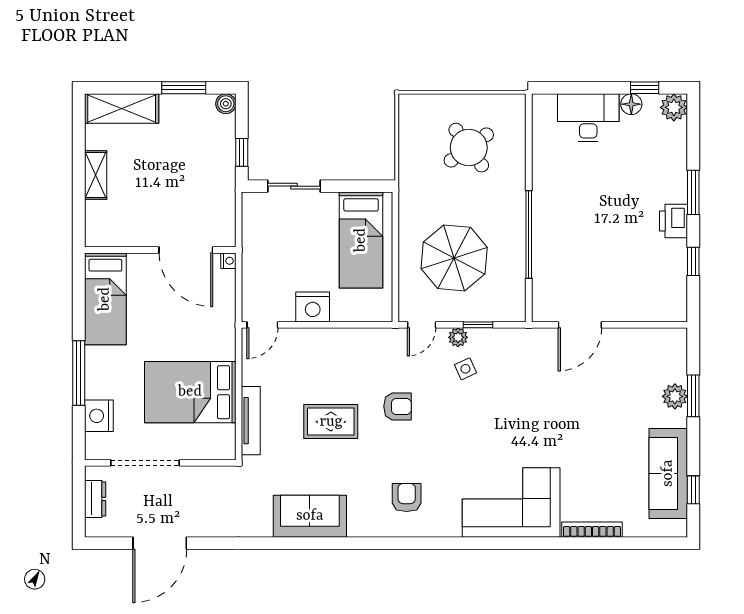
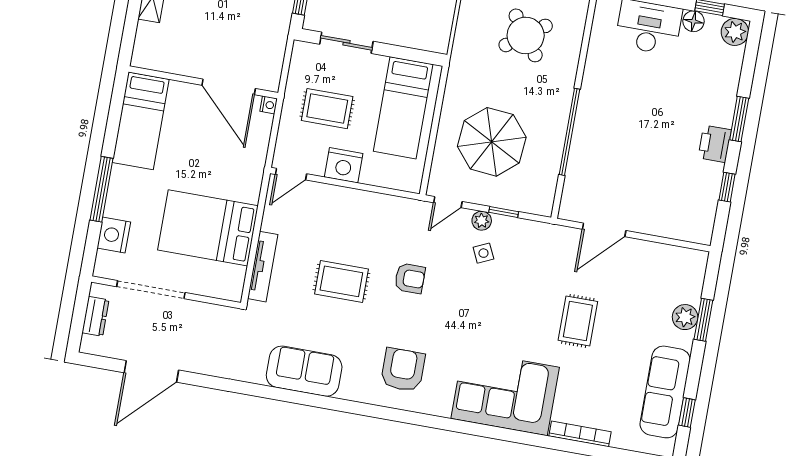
rug: (287, 254) -> (327, 109), added
rug: (570, 419) -> (578, 321), added
armchair: (407, 498) -> (403, 370), width x1.38, depth x1.38

